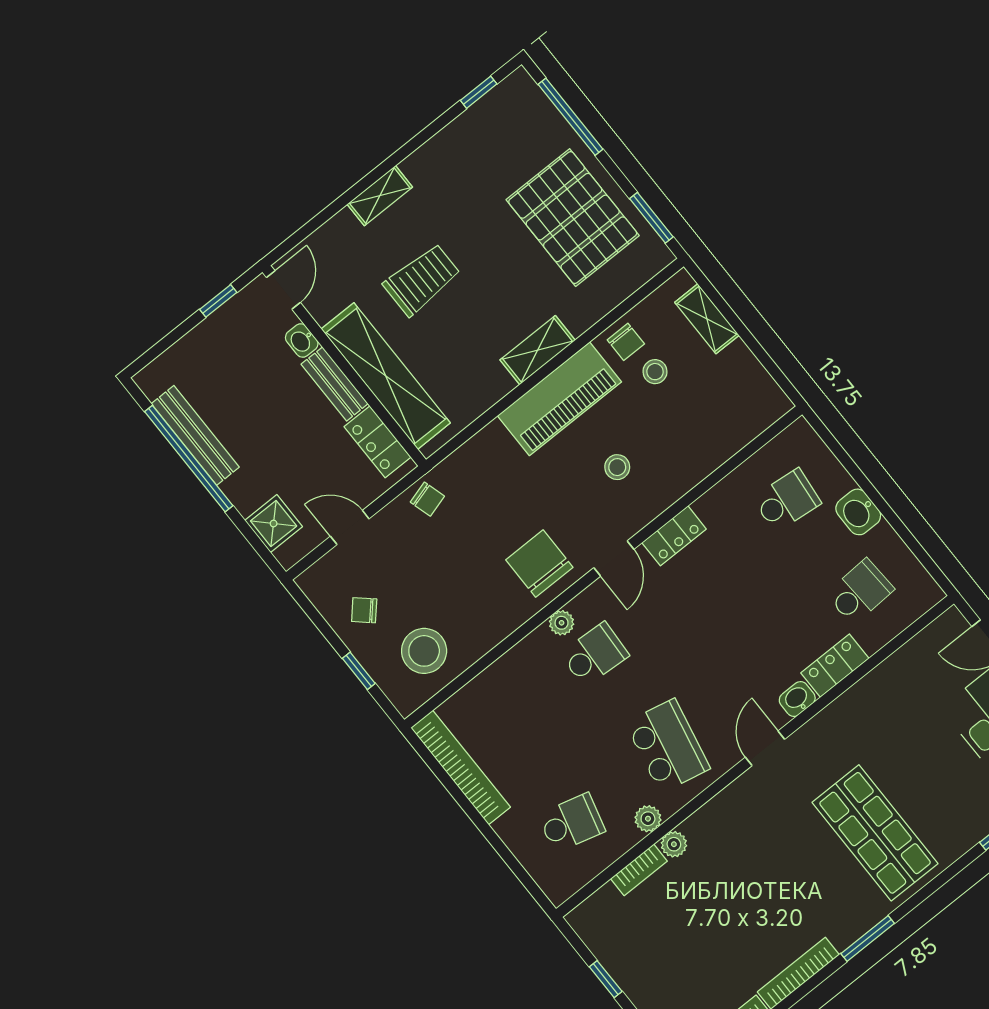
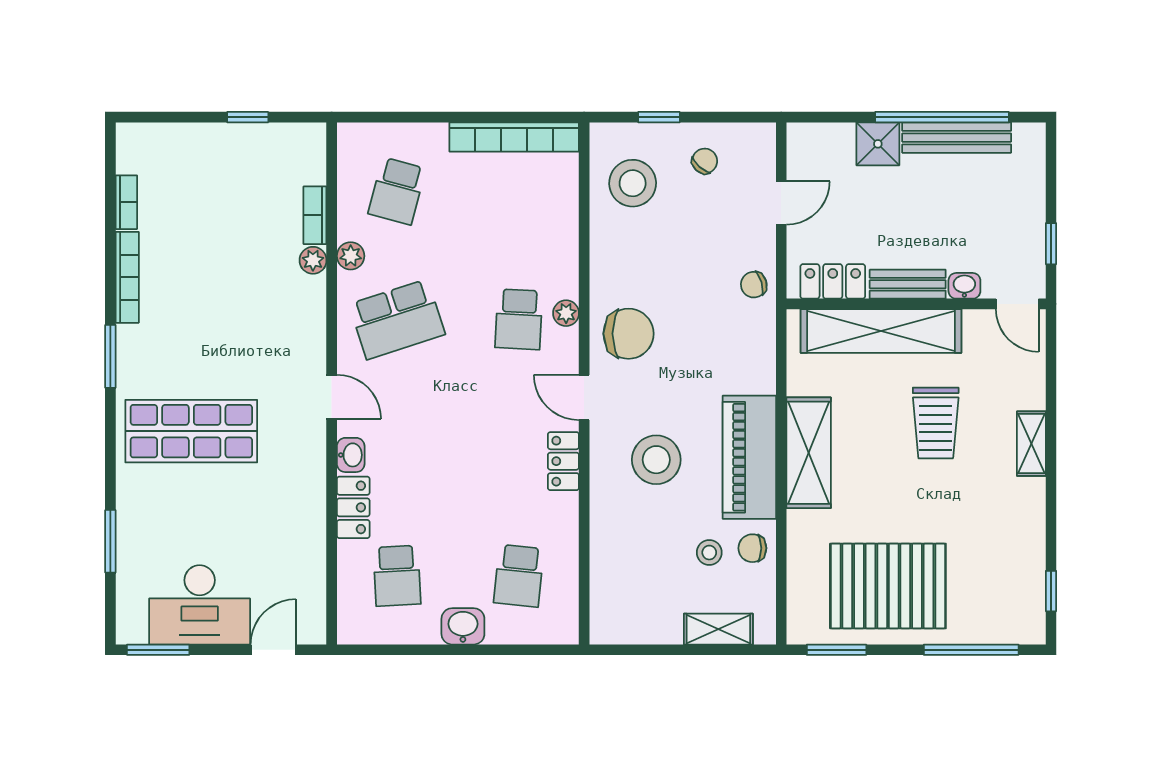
shelving: (538, 350) -> (809, 453), width x1.50, depth x1.33
stool: (617, 467) -> (656, 460), width x1.89, depth x1.89
shower: (274, 523) -> (878, 144), moved
school desk: (668, 746) -> (397, 319), turned -30

